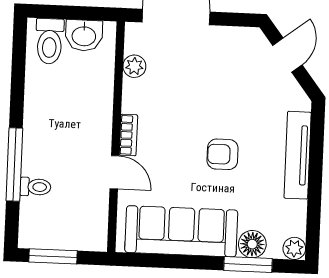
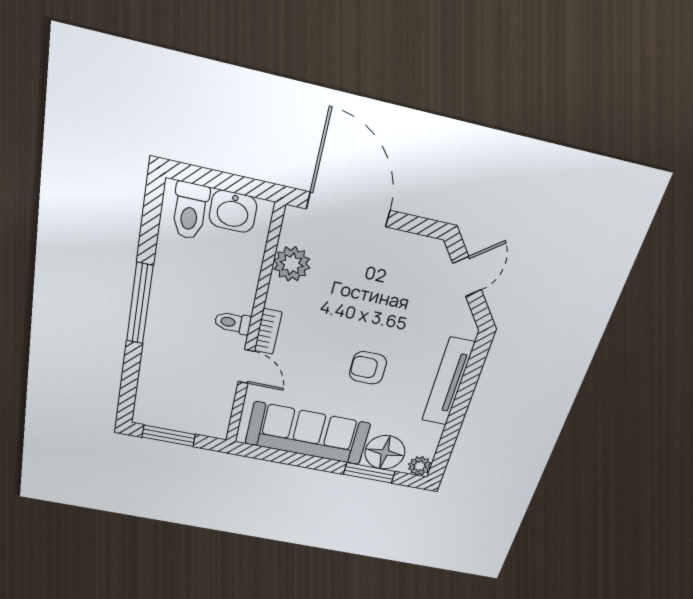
plant: (134, 66) -> (292, 264), width x1.38, depth x1.38
window: (14, 165) -> (140, 304), moved
toilet: (35, 187) -> (233, 323), moved, turned 180
floor lamp: (252, 244) -> (385, 452), width x1.38, depth x1.38

